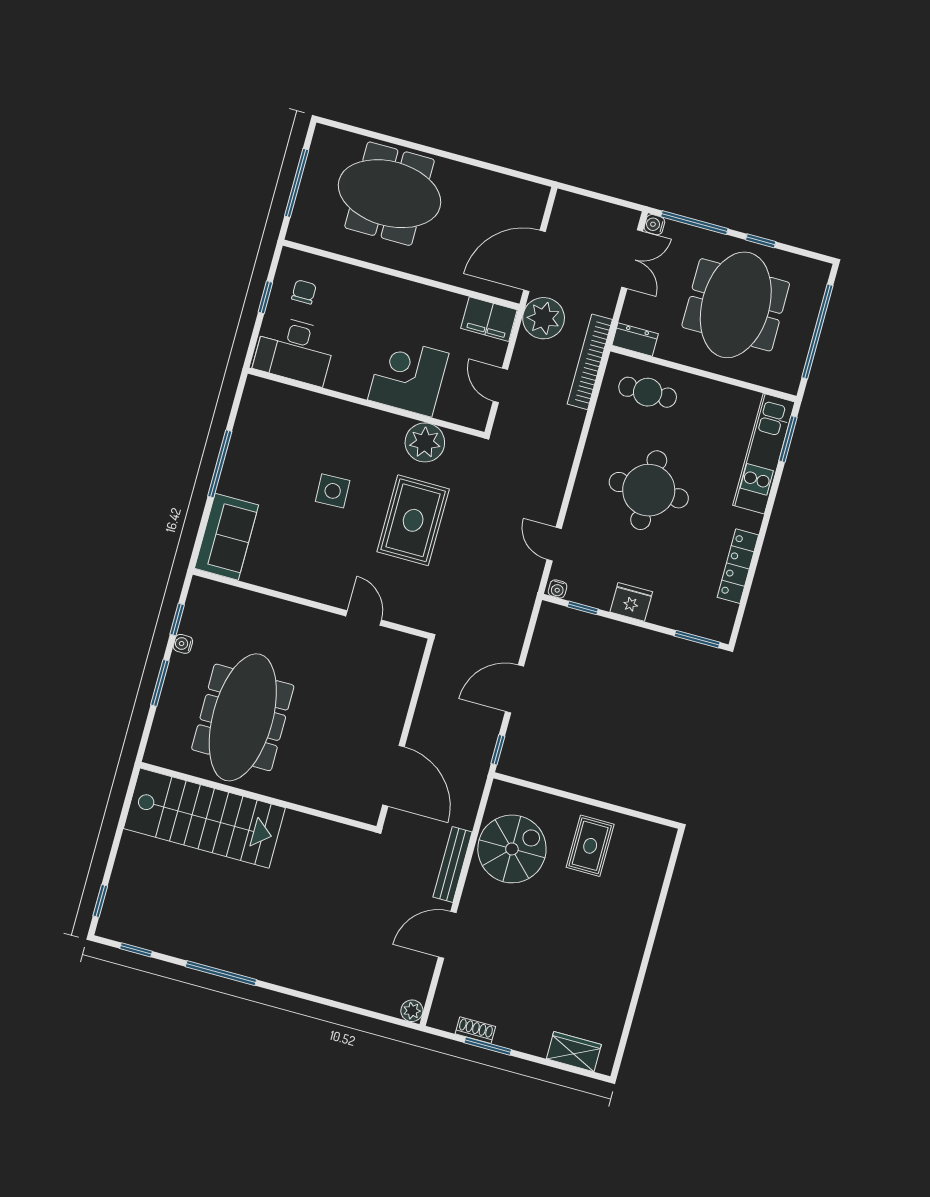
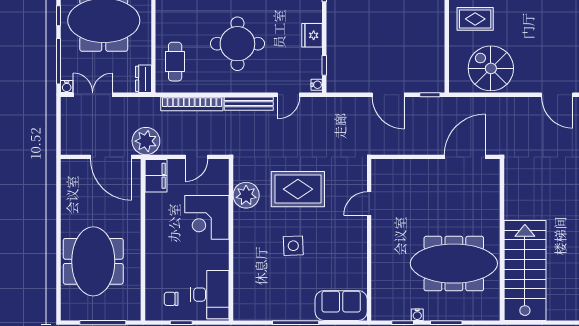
bookcase: (590, 362) -> (192, 104), moved
bench: (453, 865) -> (249, 104), moved

